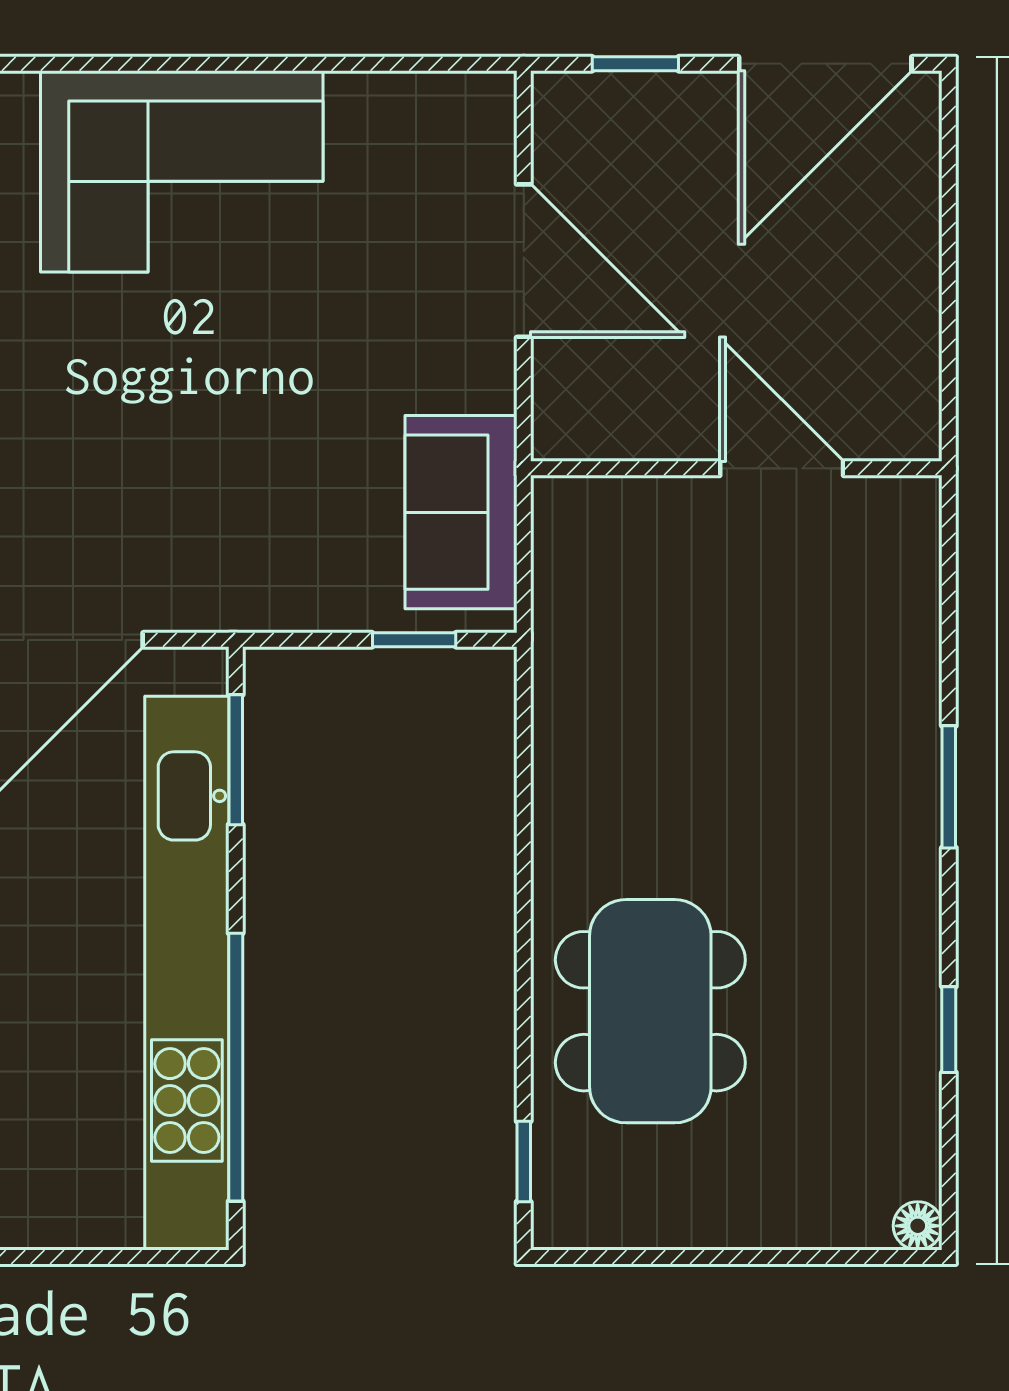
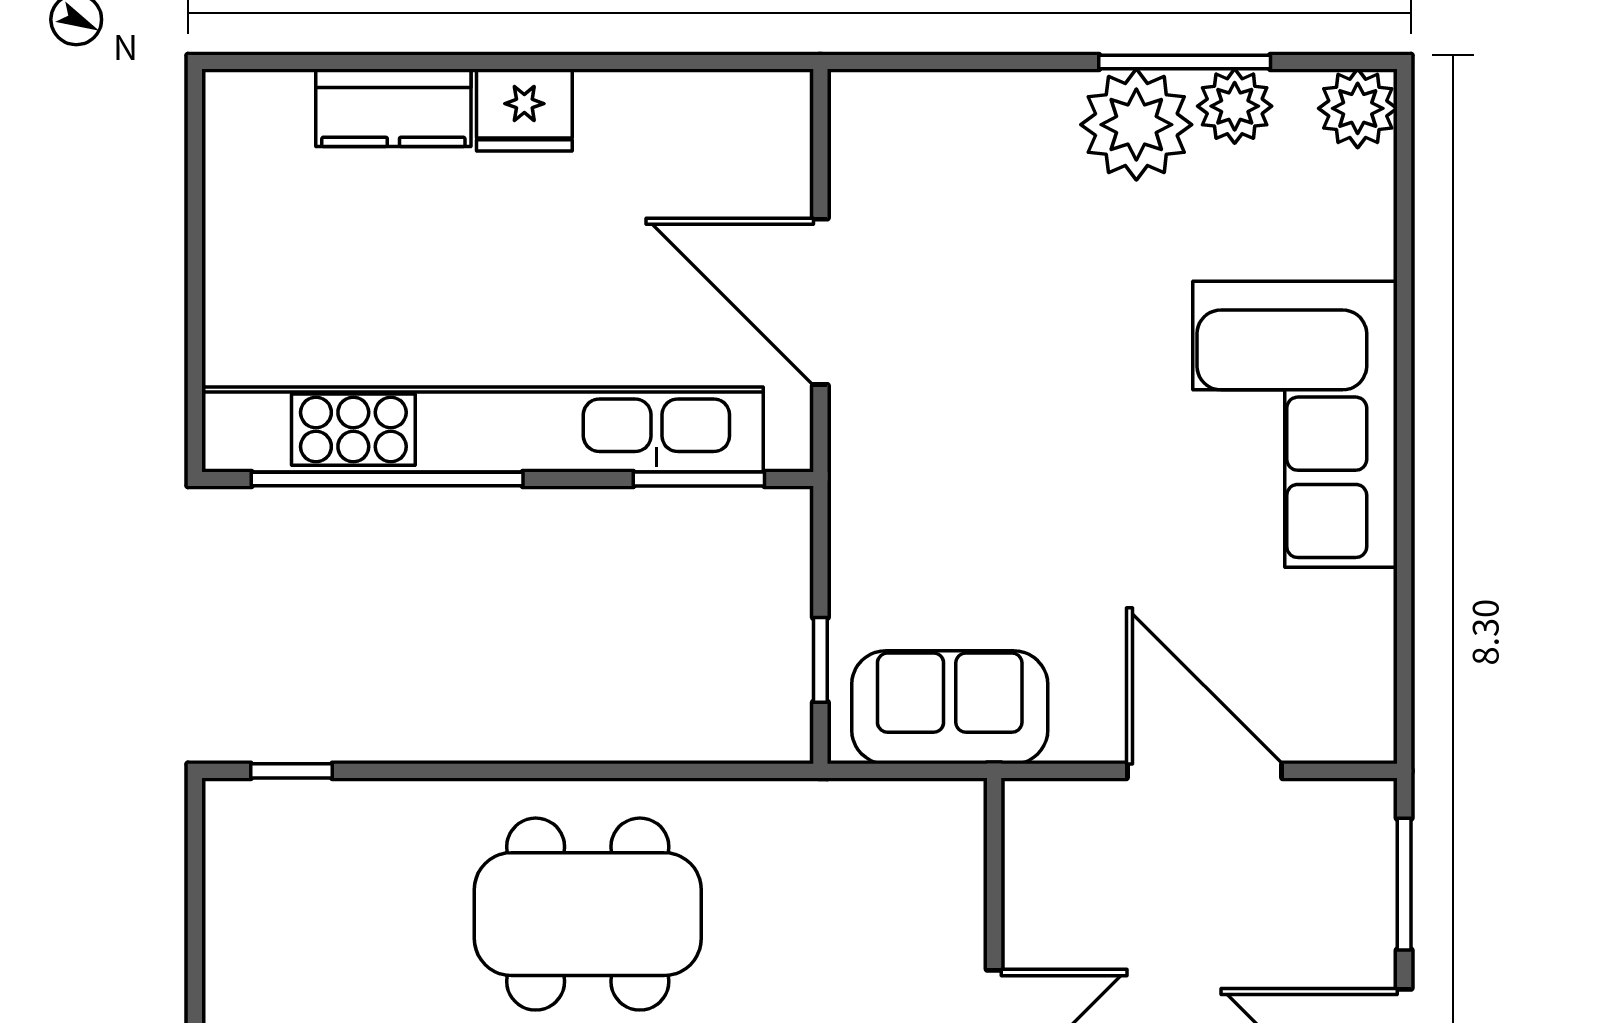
window: (635, 64) -> (1404, 884), width x1.50
door: (524, 261) -> (1205, 771), swing flipped
dining table: (650, 1011) -> (588, 914), moved

